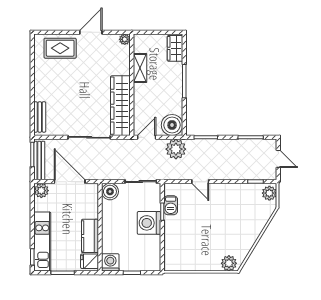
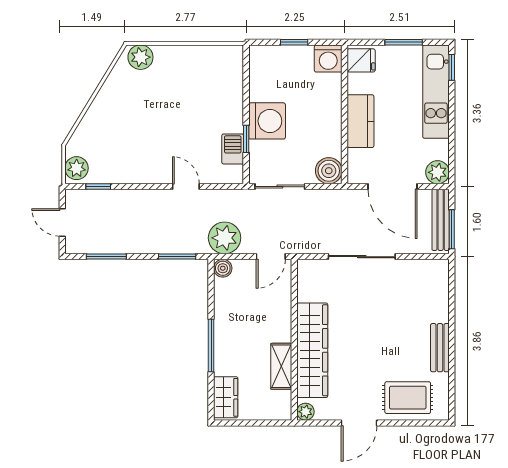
wardrobe: (120, 106) -> (312, 350), moved
bench: (40, 117) -> (440, 348), moved
boiler: (172, 125) -> (223, 268), width x0.54, depth x0.54
kitchen counter: (90, 236) -> (360, 121), moved

